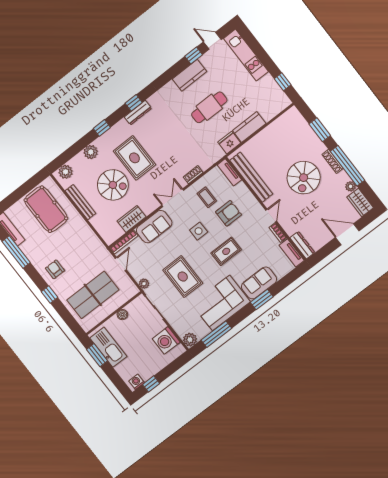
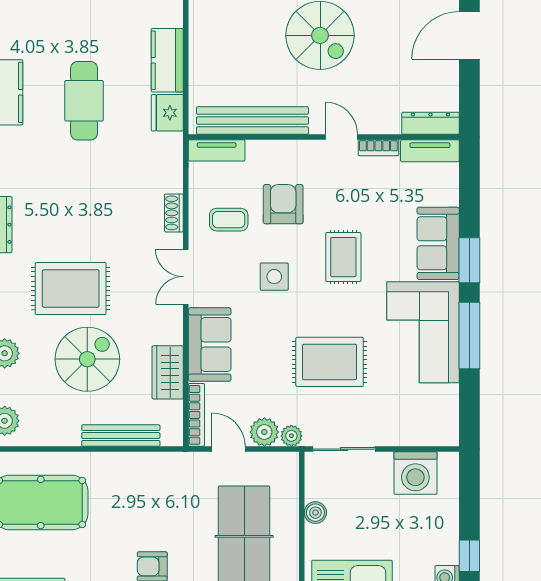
bench: (80, 202) -> (121, 436), moved
window: (216, 334) -> (469, 336), moved
plant: (190, 340) -> (264, 432), moved

